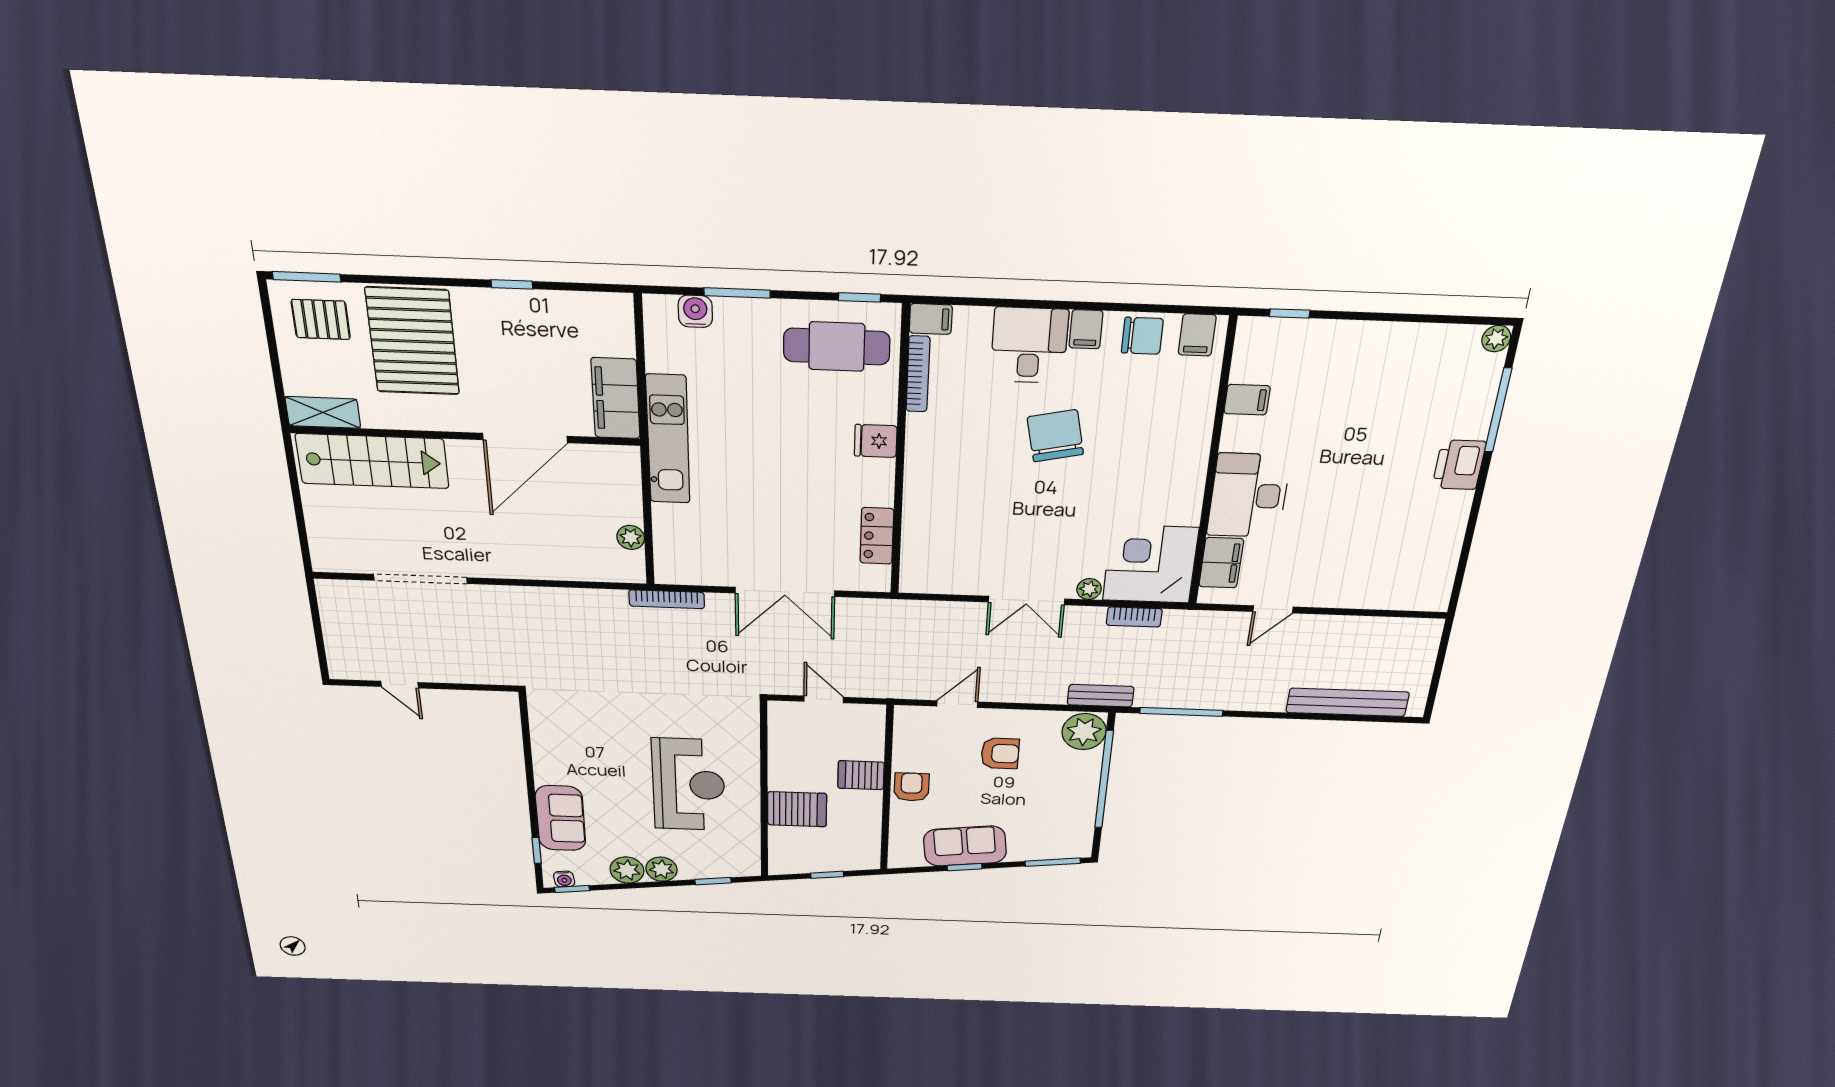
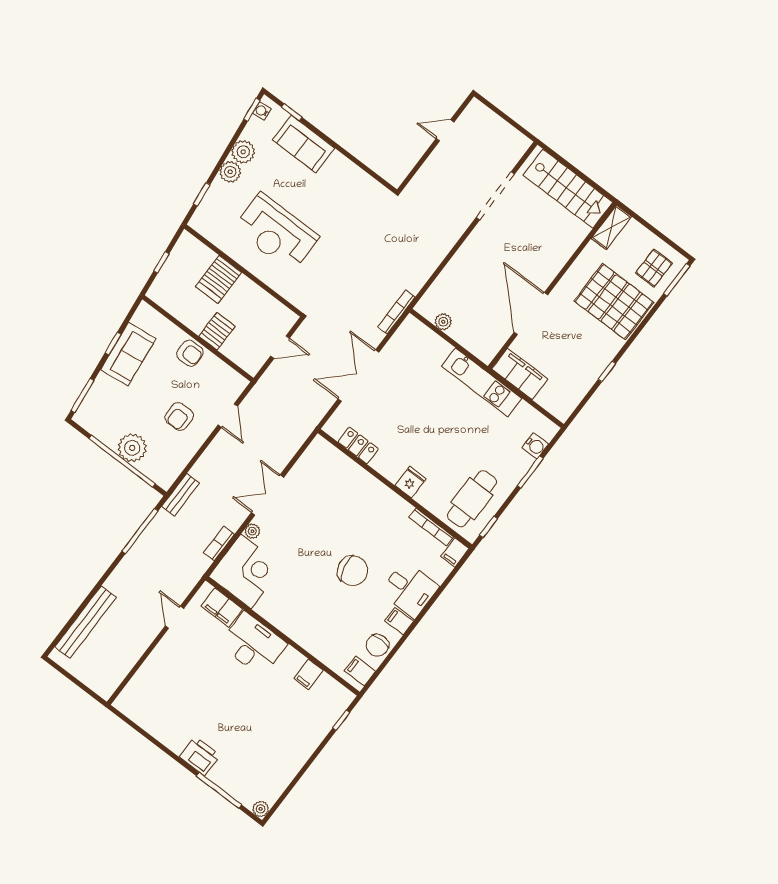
stairs: (372, 461) -> (568, 189), moved, turned -90
plant: (1084, 732) -> (132, 448), moved

